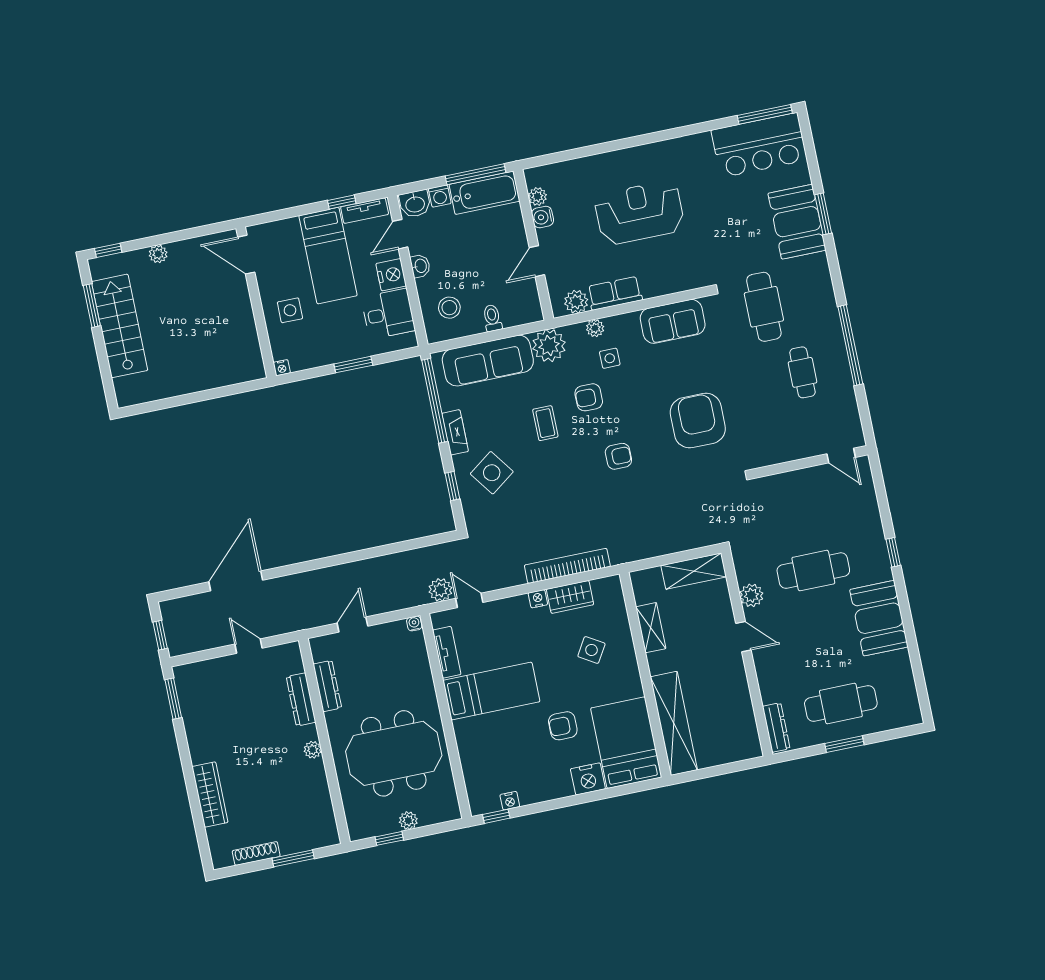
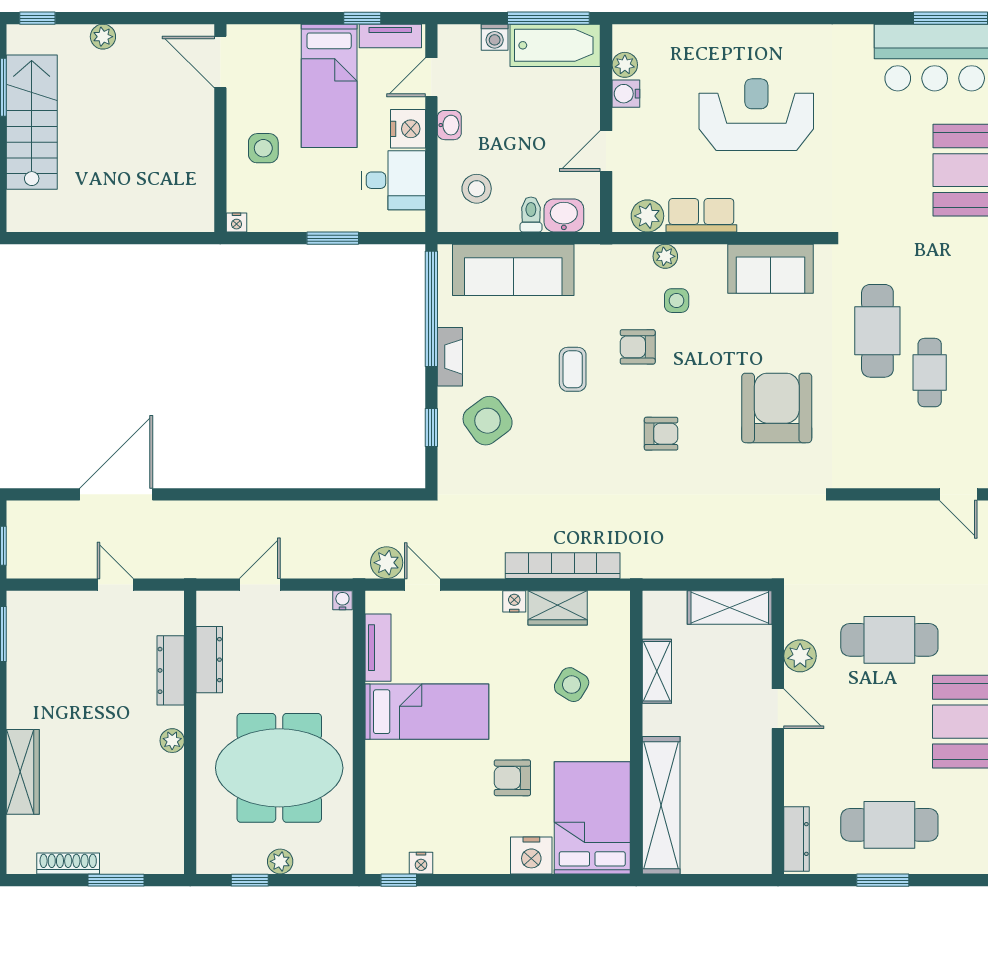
washbasin: (415, 204) -> (564, 215), moved, turned 180
cafe table: (764, 307) -> (877, 331), moved
plant: (549, 345) -> (599, 267), removed

